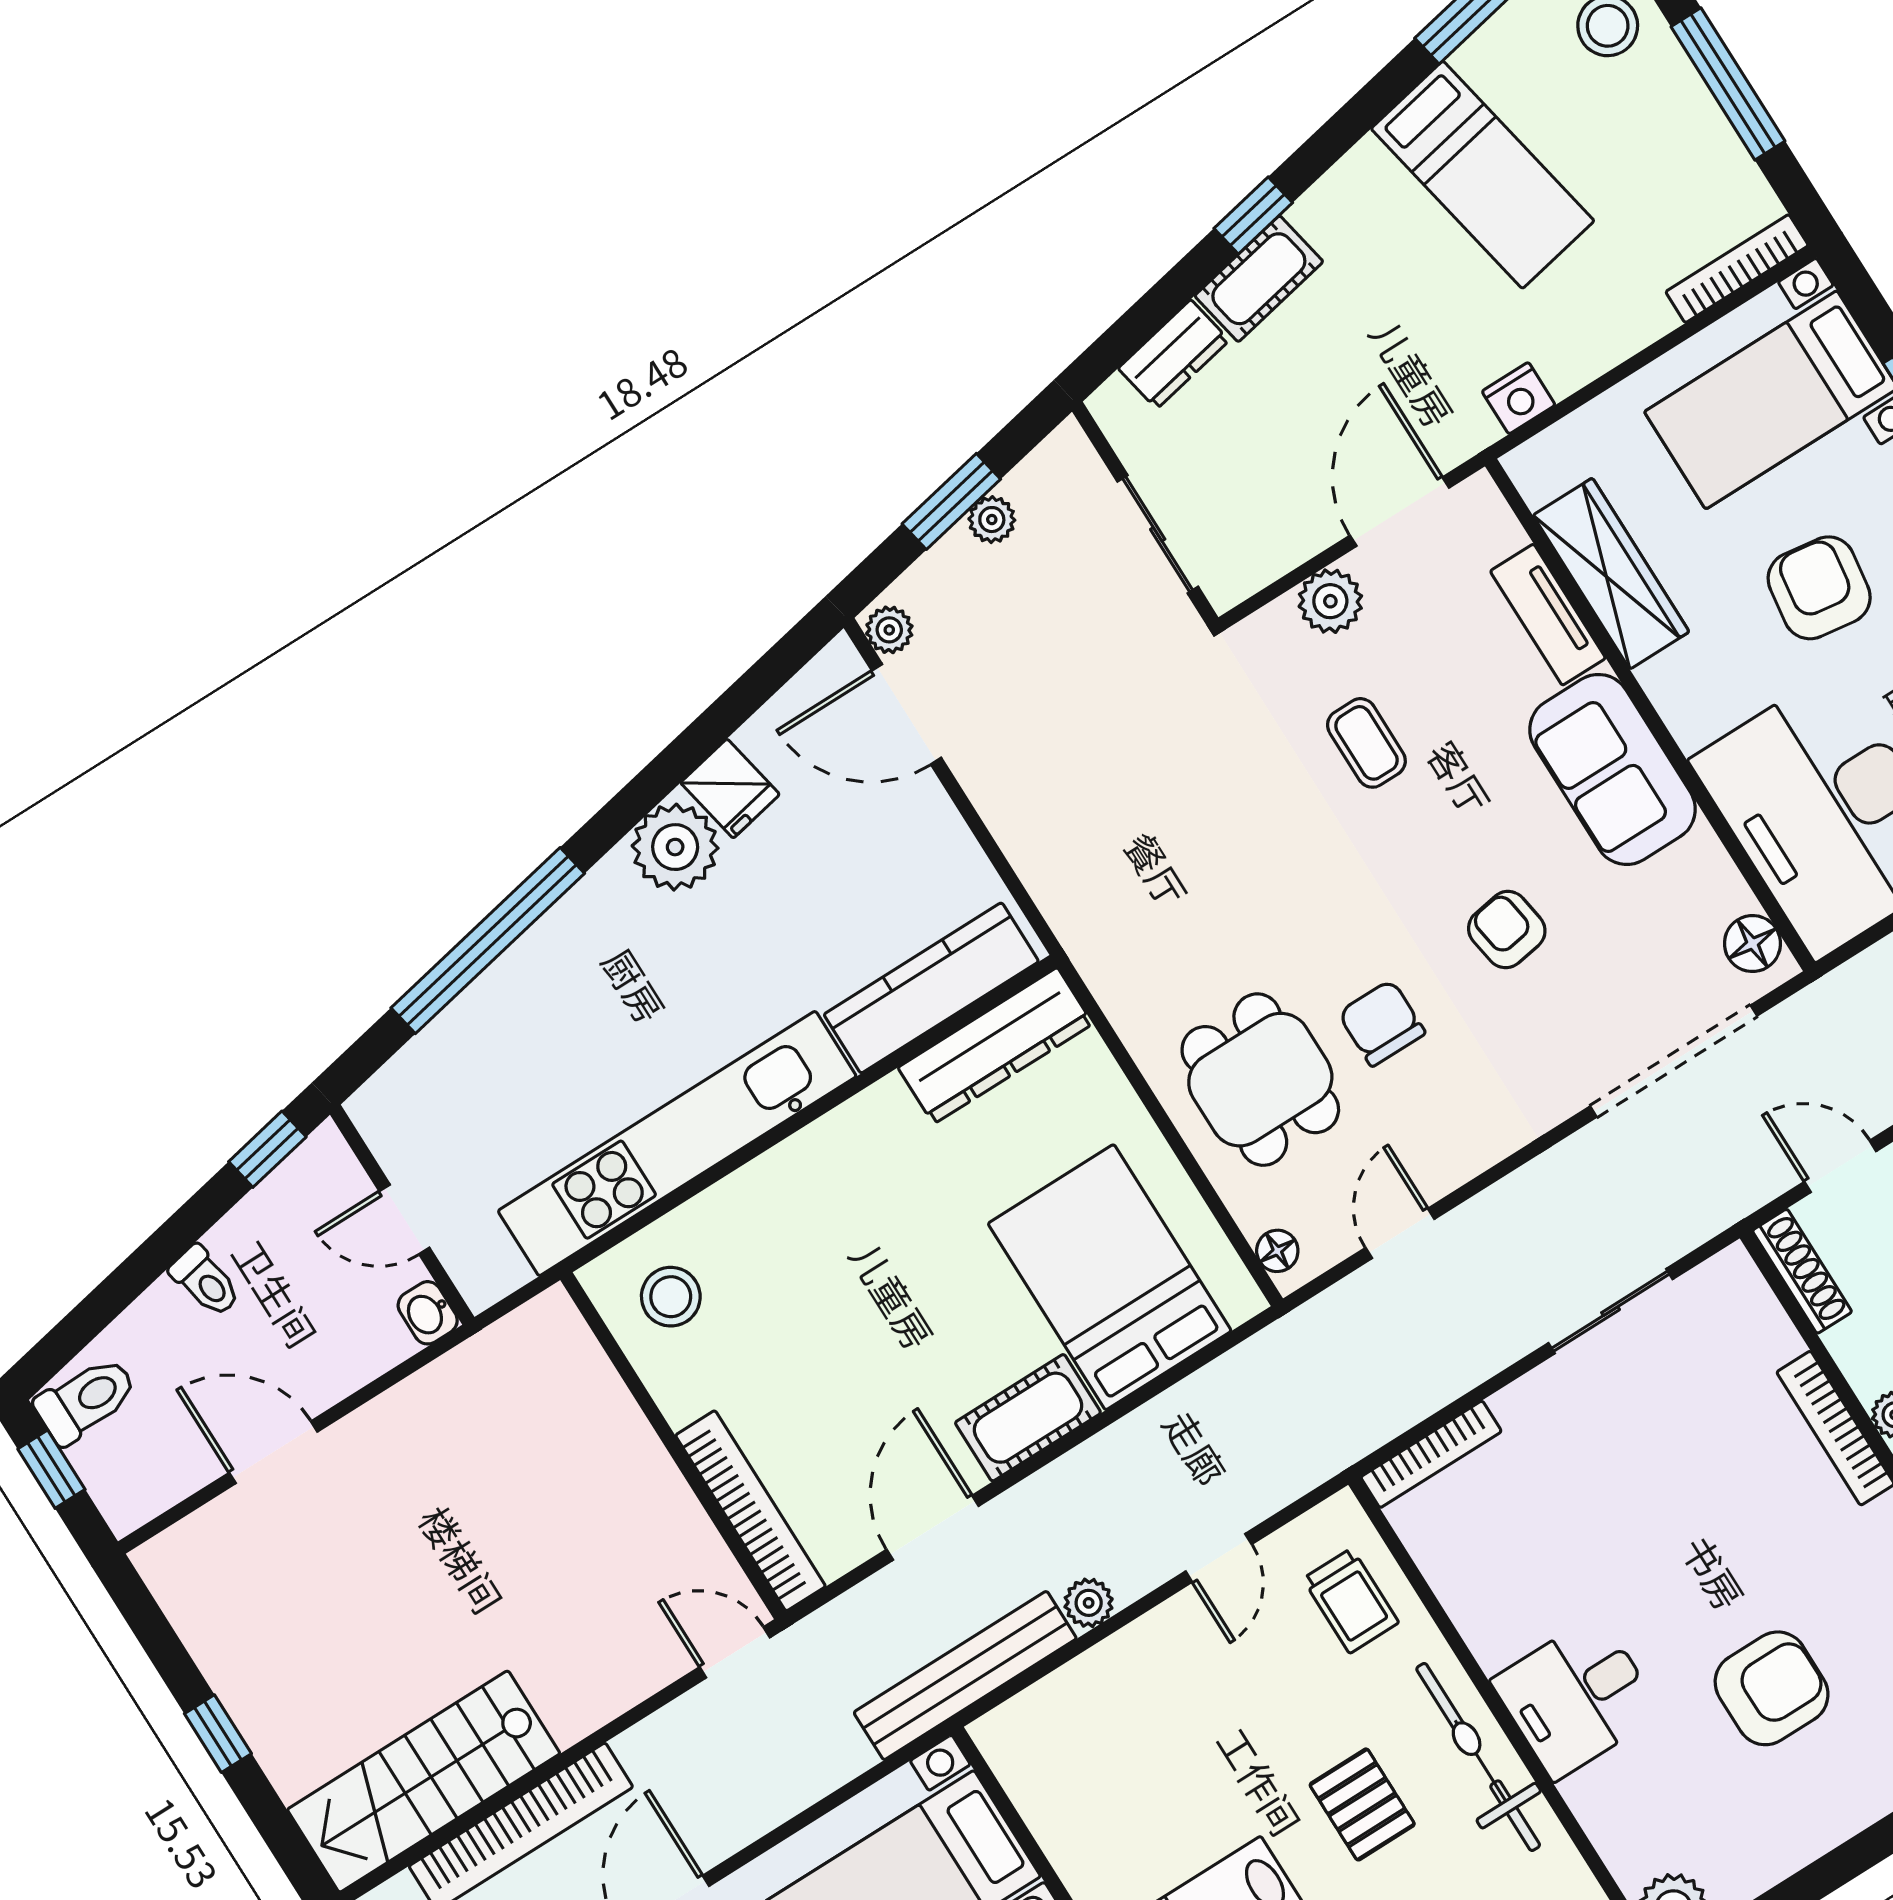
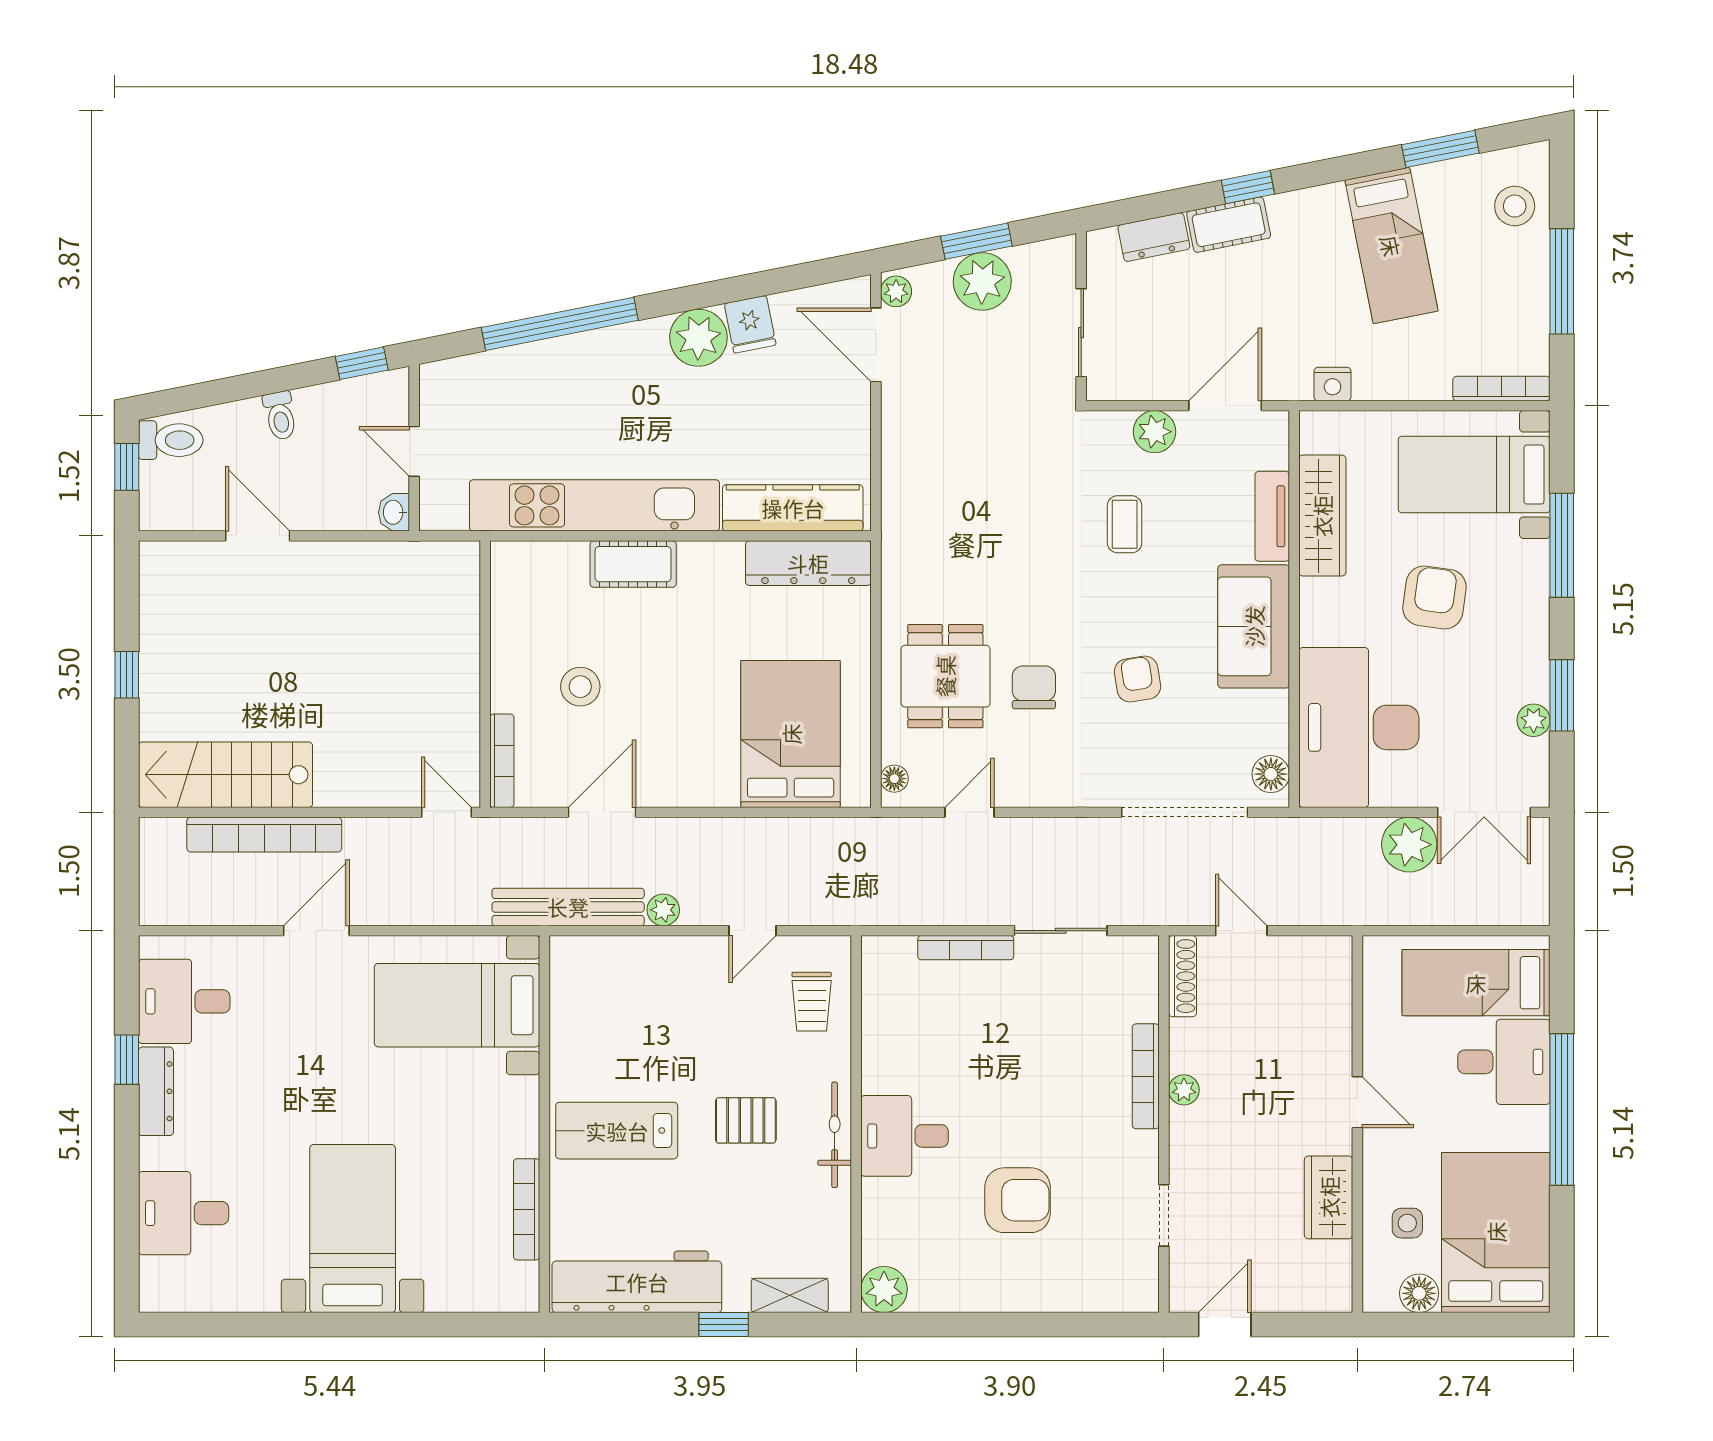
plant: (992, 520) -> (982, 281), width x1.88, depth x1.88
stool: (671, 1297) -> (580, 687), moved
cot: (1028, 1418) -> (633, 564), moved
bookcase: (1431, 1454) -> (966, 948), moved
bookcase: (751, 1511) -> (502, 761), width x0.68, depth x0.76
bicycle: (1478, 1757) -> (835, 1135), width x0.73, depth x0.71
pallet: (1362, 1804) -> (746, 1120), turned 90

